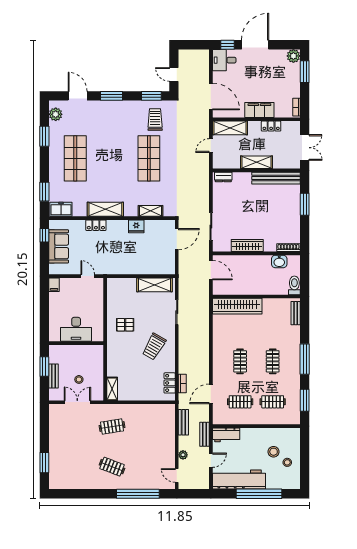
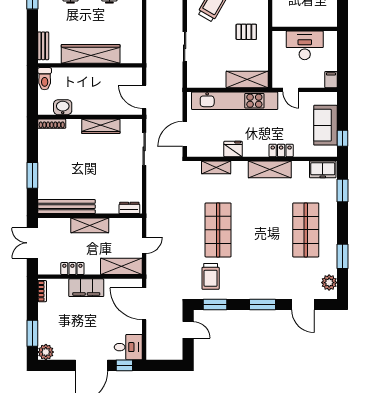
kitchen unit: (135, 267) -> (235, 101), added
shelving: (155, 285) -> (247, 79), moved
wardrobe: (237, 306) -> (91, 54), moved
desk: (76, 329) -> (305, 45), moved
wall: (76, 343) -> (305, 29), moved

